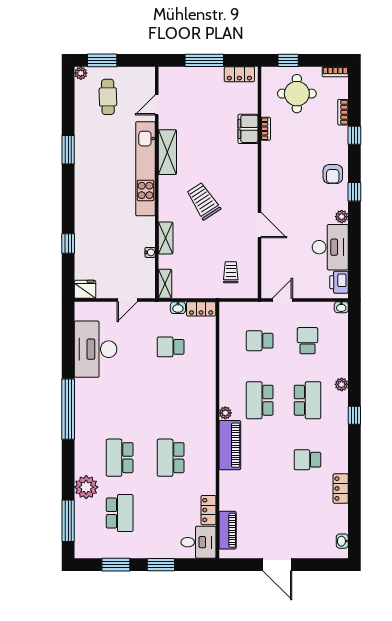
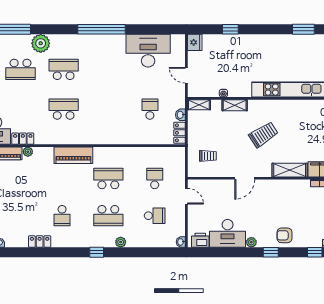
shelving: (167, 152) -> (290, 170), moved
plant: (225, 413) -> (28, 152), moved
school desk: (307, 460) -> (62, 216), turned 180

